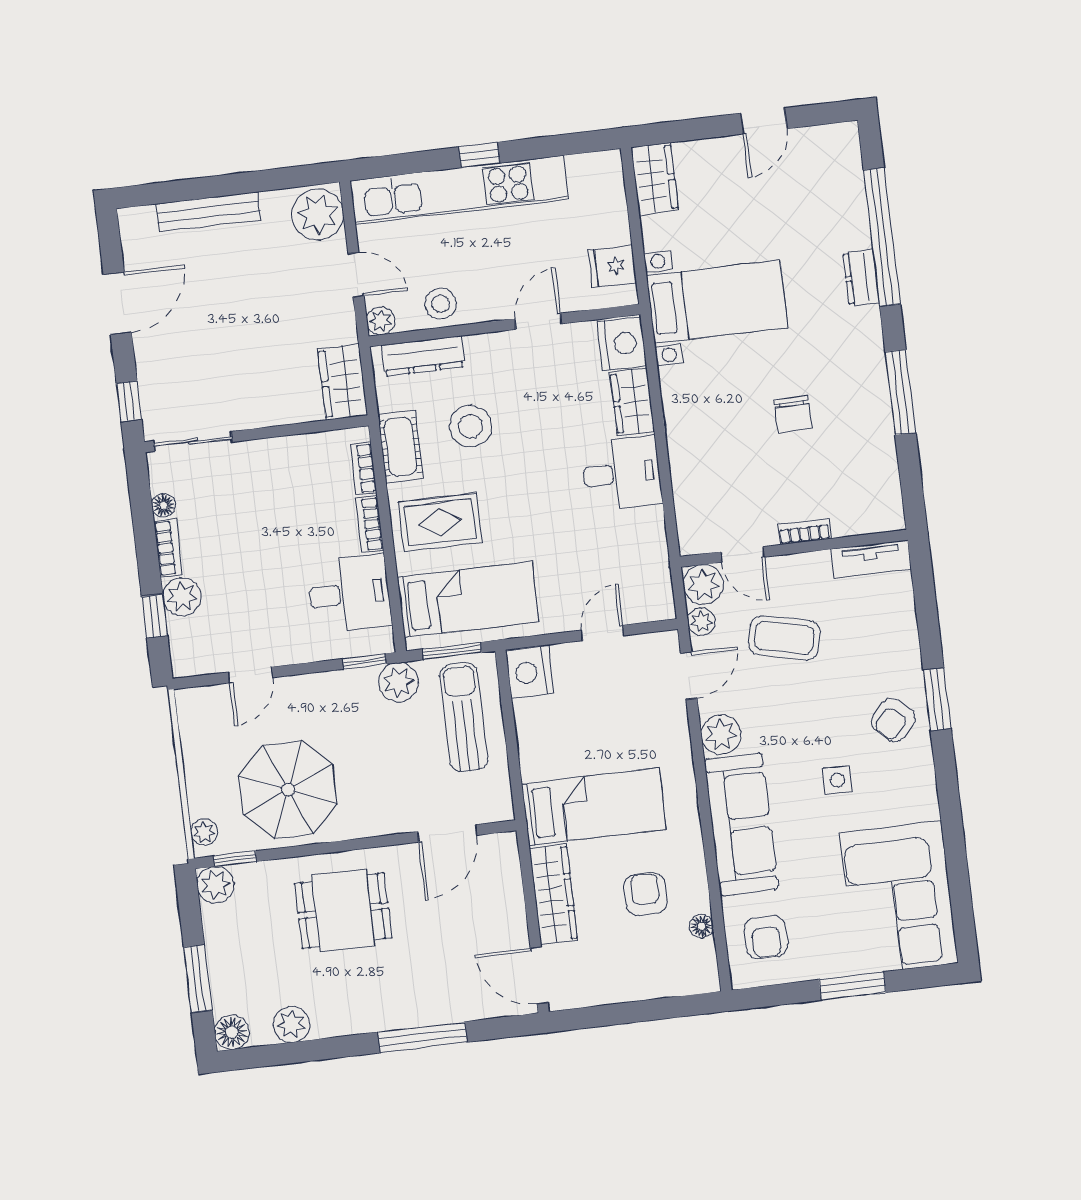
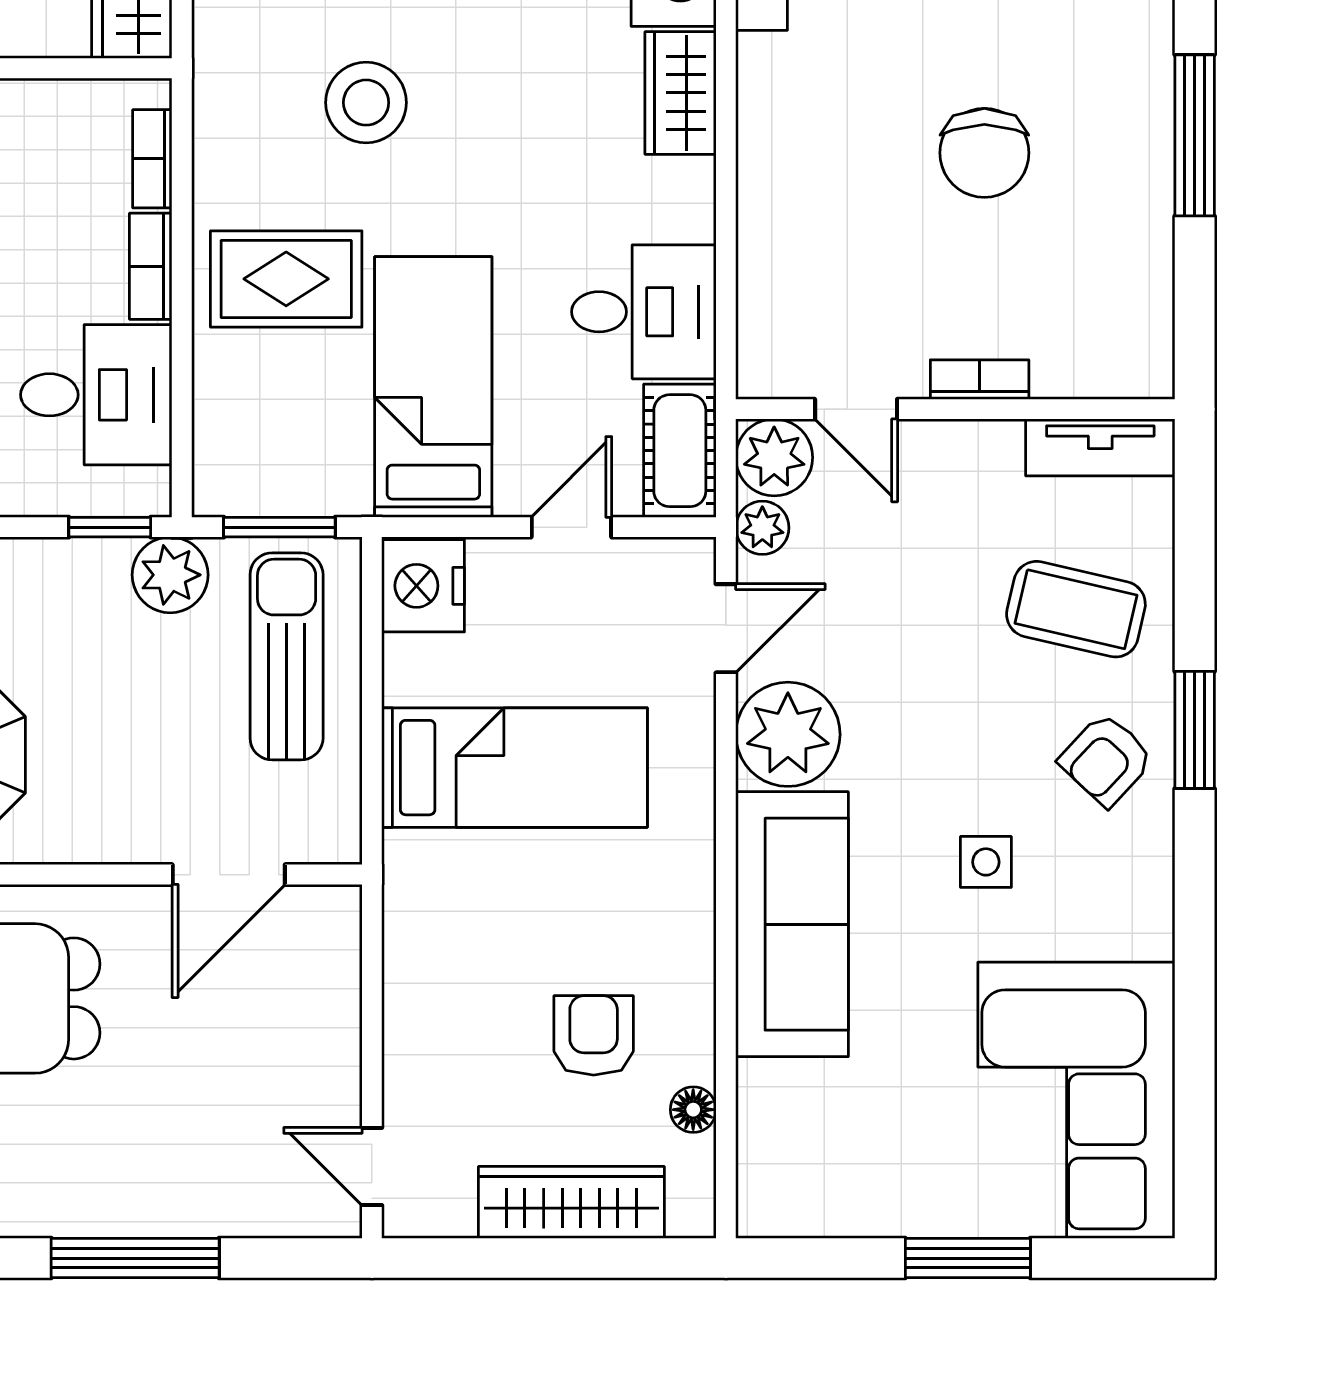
chair: (793, 414) -> (984, 153), width x1.37, depth x1.37
cot: (401, 447) -> (680, 451), moved
desk: (622, 473) -> (644, 312), moved
bed: (468, 600) -> (433, 387), moved, turned -90
coffee table: (784, 638) -> (1076, 609), moved
plant: (721, 735) -> (788, 734), width x1.36, depth x1.36
bed: (594, 807) -> (515, 768), moved
wardrobe: (553, 894) -> (571, 1202), moved, turned -90
armchair: (766, 937) -> (814, 1145), removed
door: (539, 975) -> (372, 1167), width x0.73

